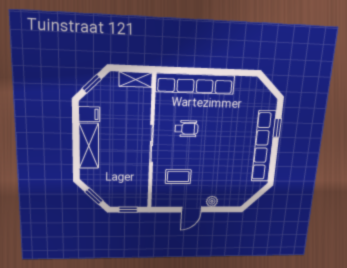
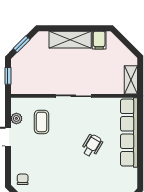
window: (92, 84) -> (126, 42), removed
wheelchair: (186, 129) -> (92, 146), moved, turned -149
chair: (236, 195) -> (23, 179), added
plant: (212, 201) -> (16, 118), moved

